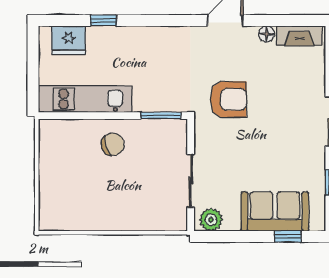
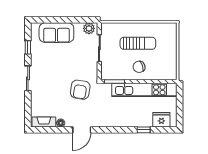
kitchen unit: (85, 99) -> (144, 90), width x1.36
armchair: (228, 99) -> (80, 90), turned -81
sun lounger: (115, 191) -> (138, 43), added
window: (288, 236) -> (50, 20), removed

